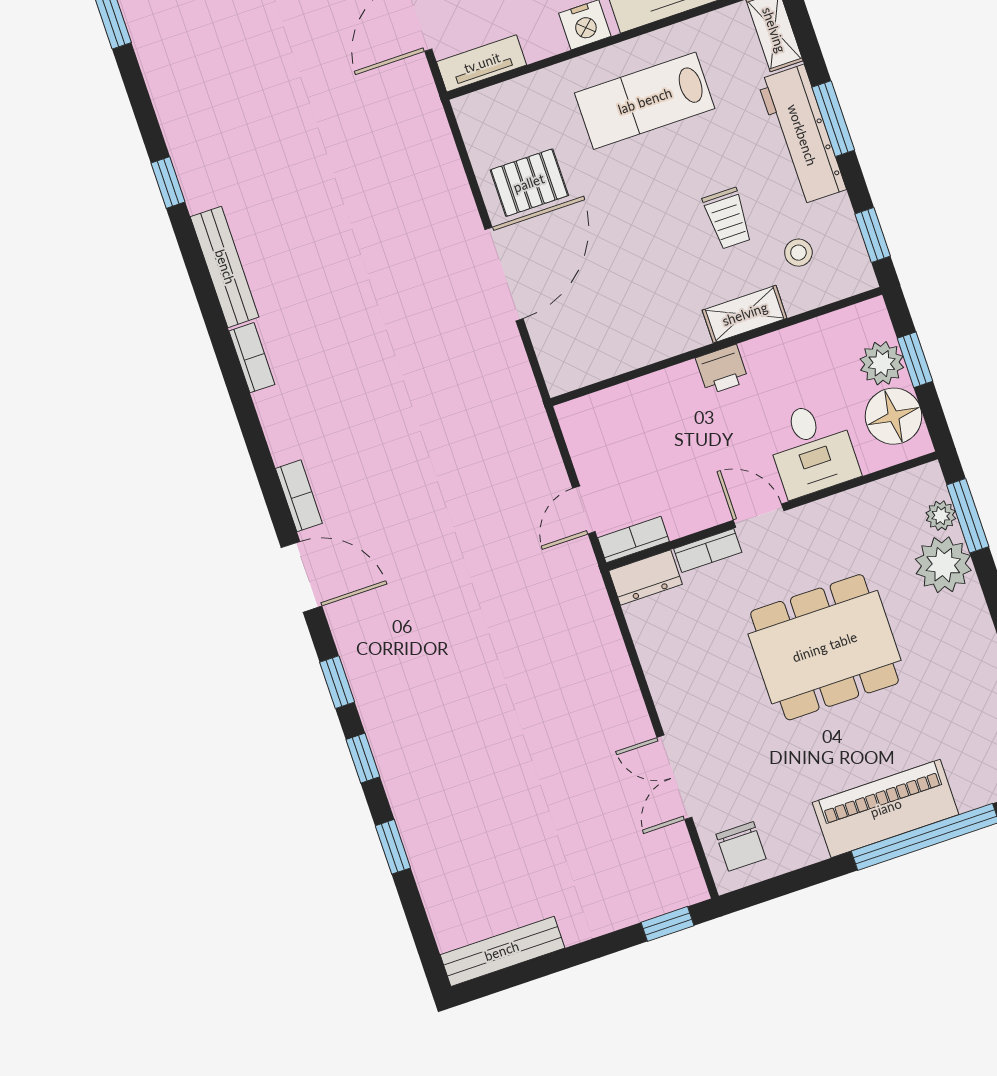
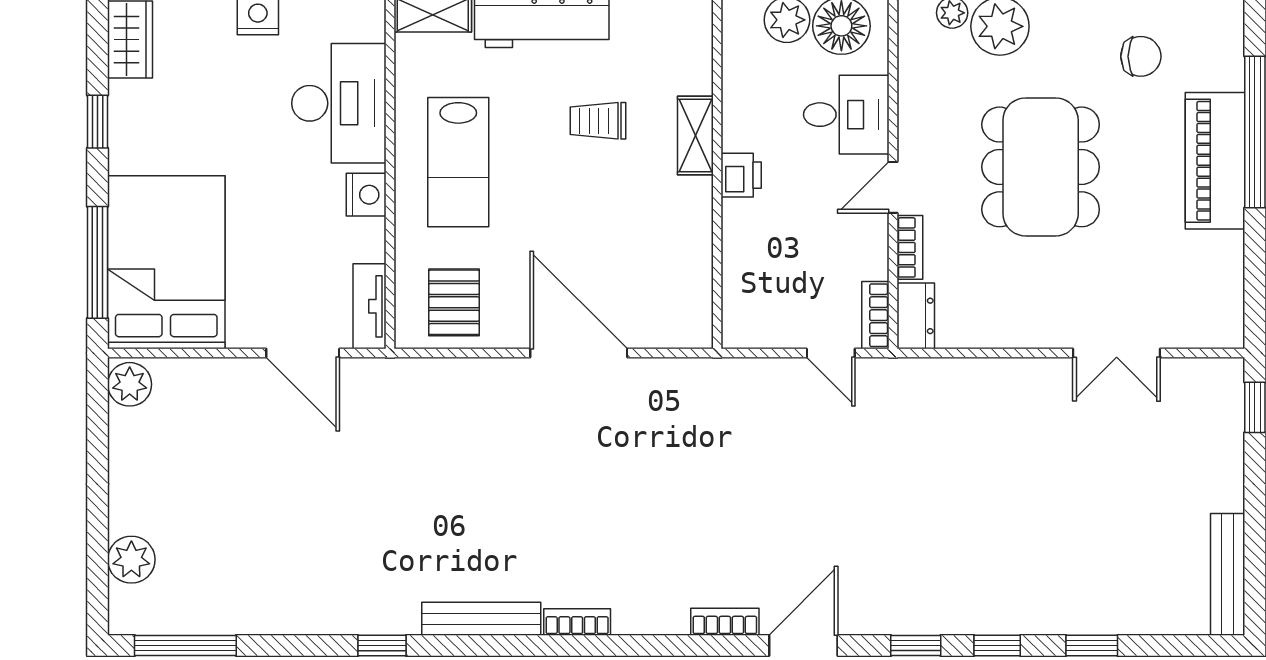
pallet: (529, 183) -> (454, 302), moved
trolley: (728, 218) -> (598, 121), turned 180
stool: (798, 253) -> (654, 64), removed
chair: (741, 846) -> (1141, 56), moved

